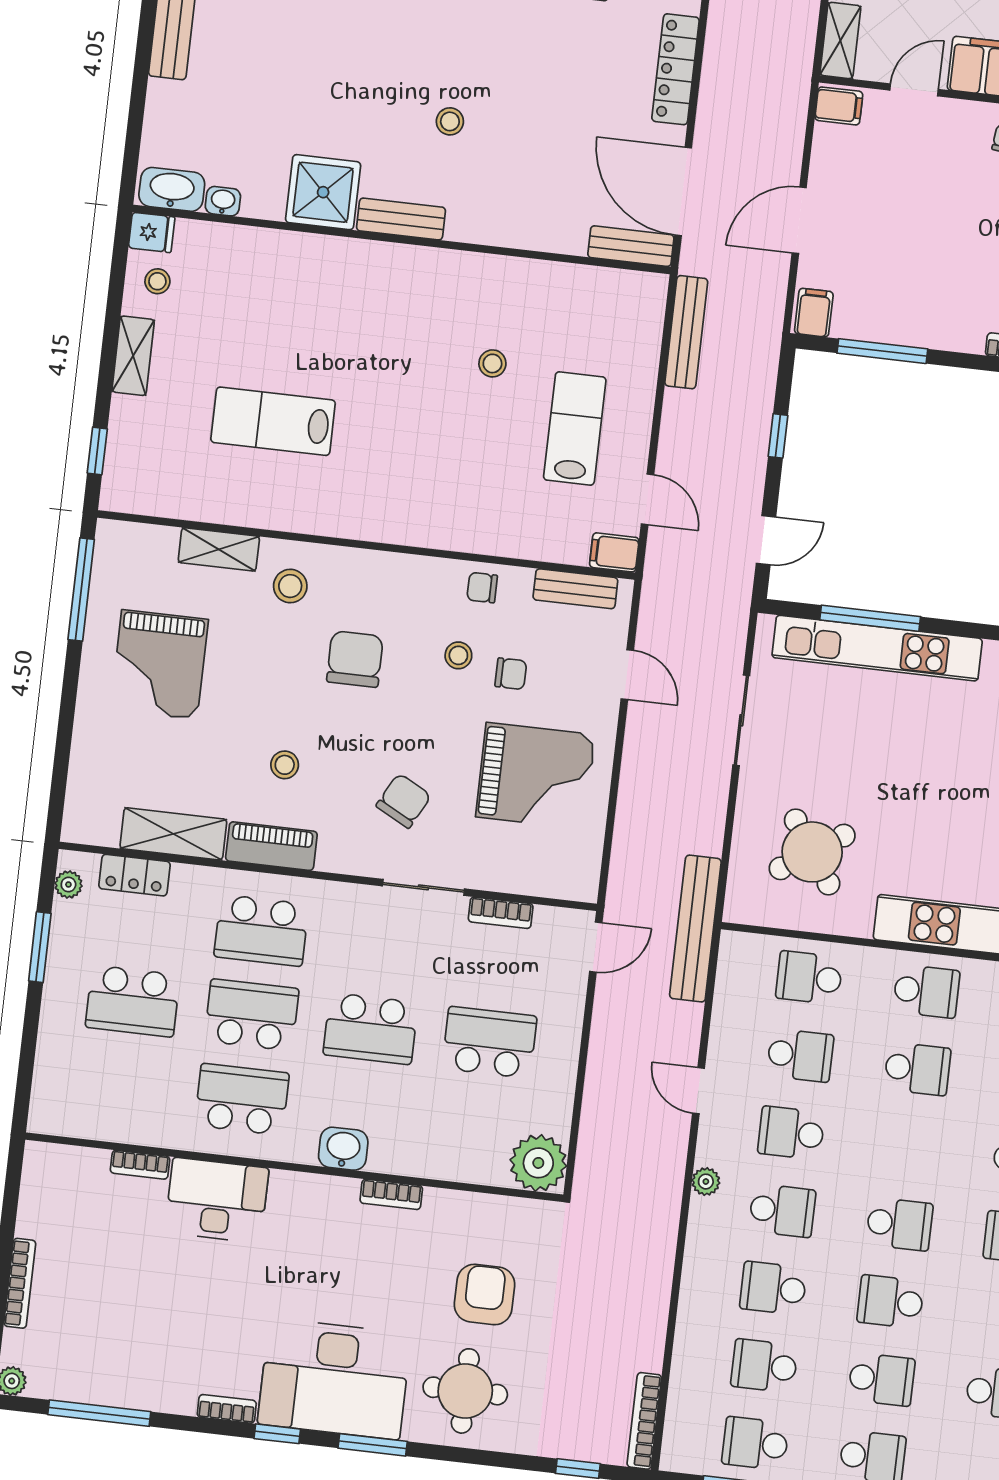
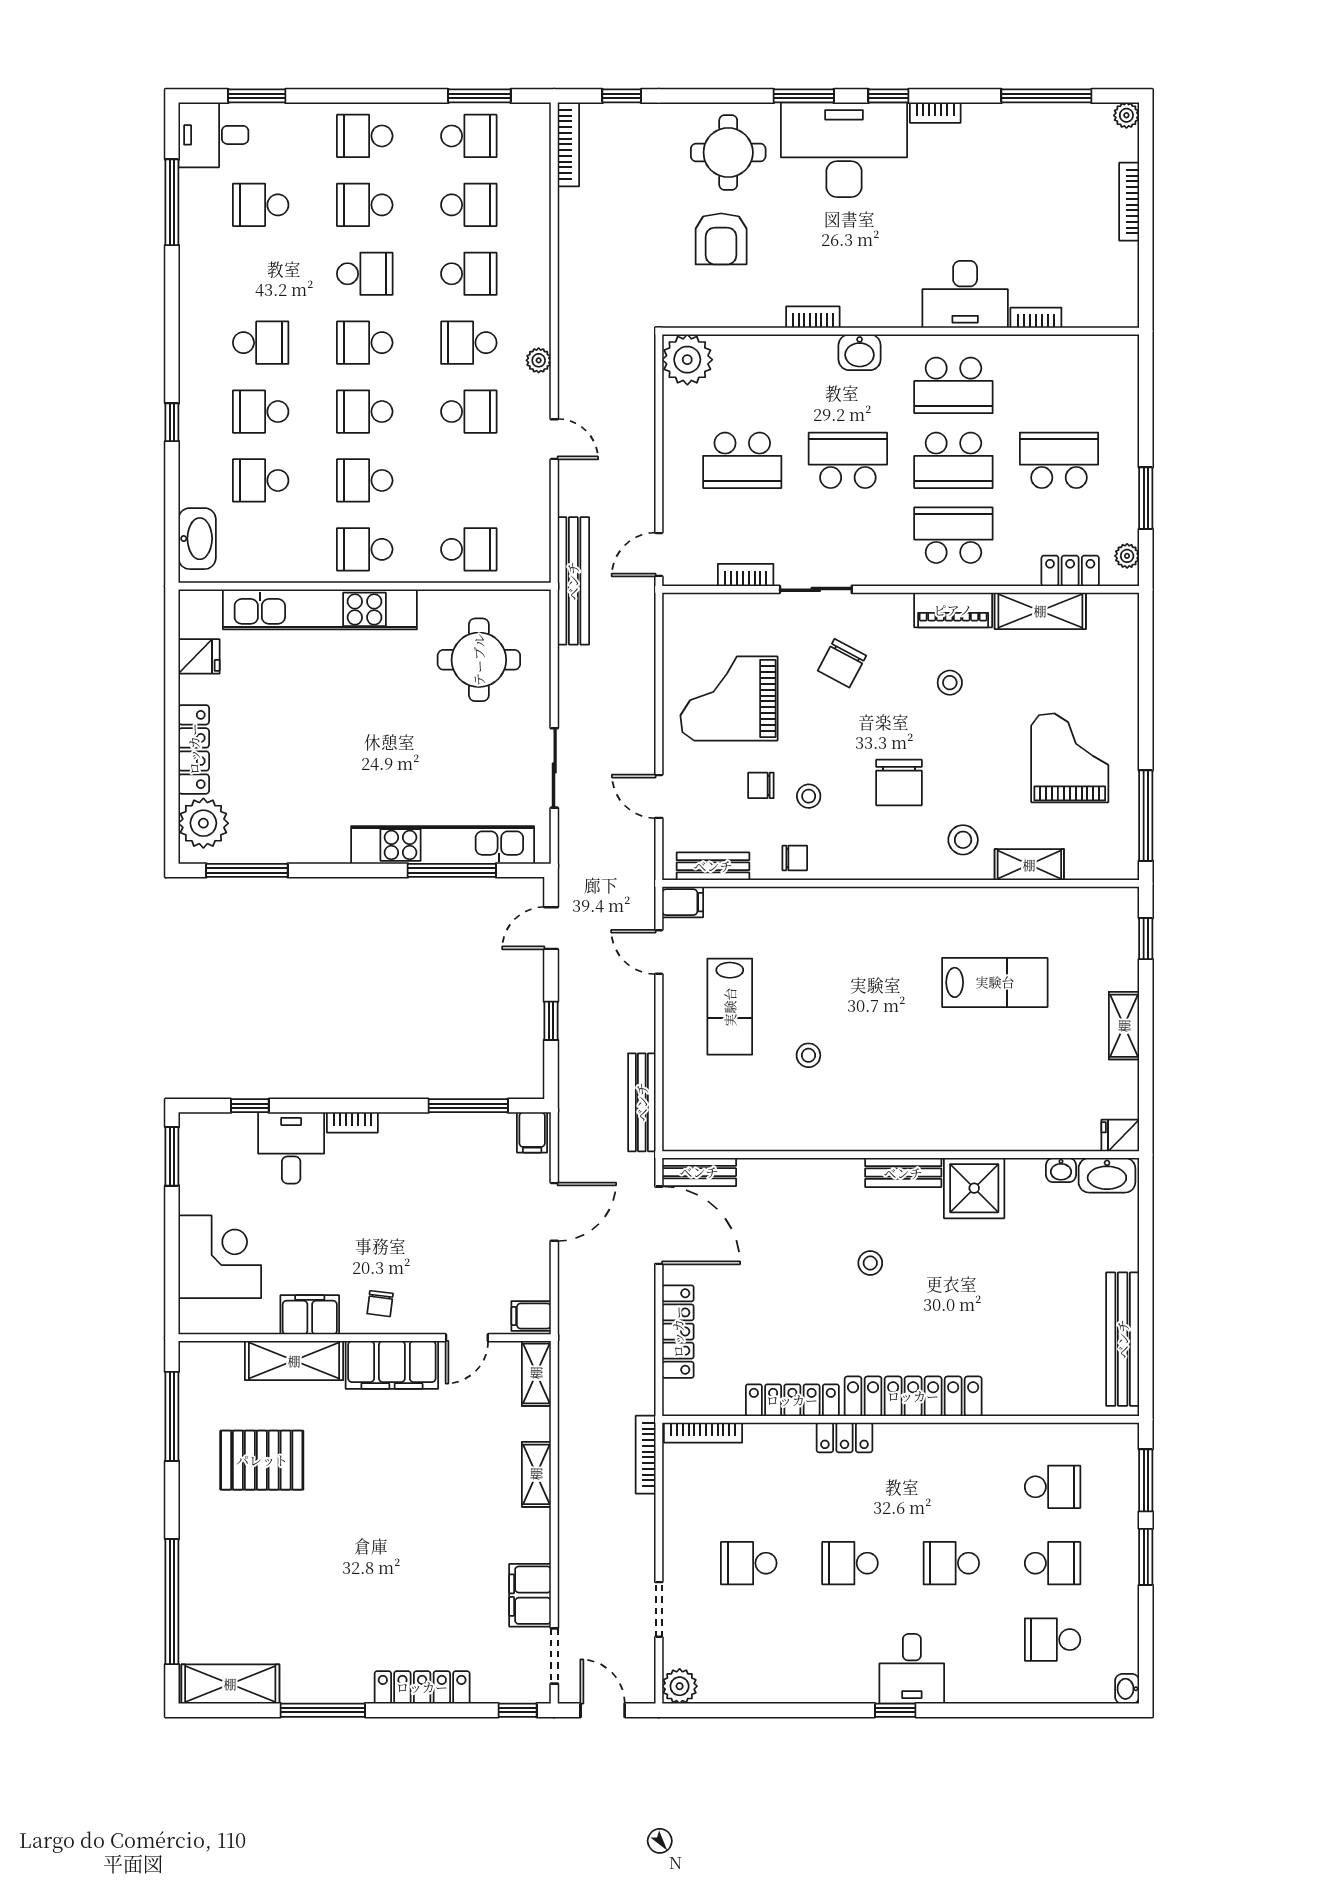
stool: (157, 281) -> (1110, 1093), removed
round table: (812, 852) -> (479, 660), turned 34
school desk: (800, 1055) -> (365, 412), moved

